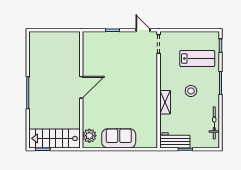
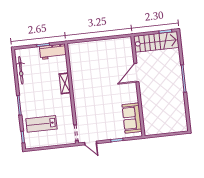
door: (81, 87) -> (136, 73), moved
stool: (191, 91) -> (44, 95), removed
plant: (89, 136) -> (127, 47), removed
sofa: (119, 138) -> (132, 118), moved, turned 90

